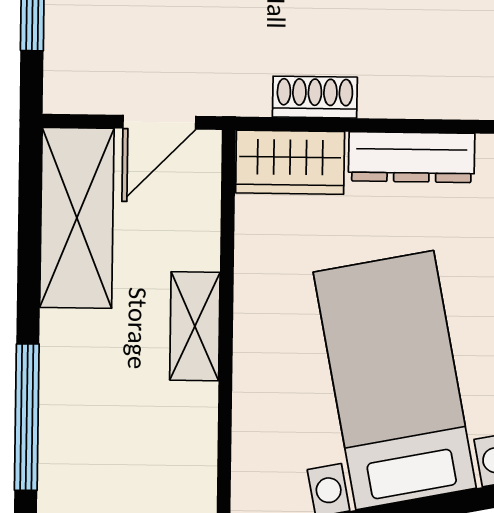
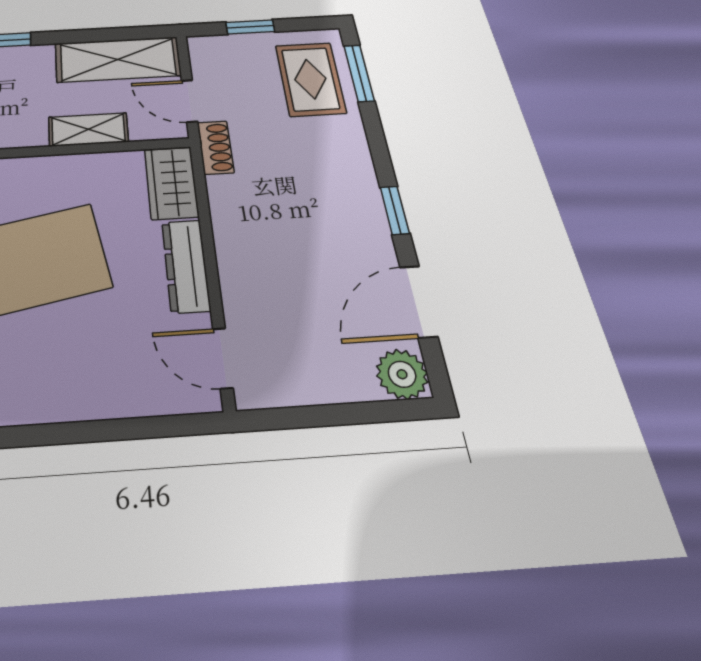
shoe rack: (315, 97) -> (216, 147), moved
shelving: (195, 326) -> (88, 129), moved

